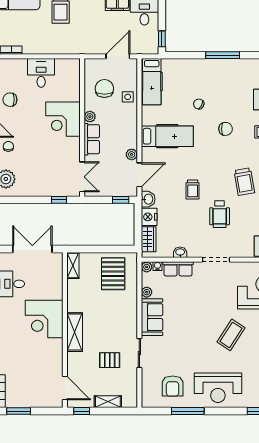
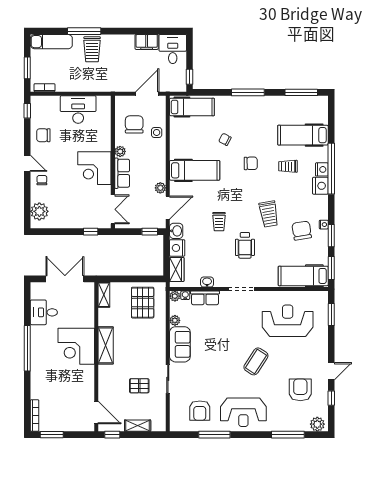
desk: (41, 73) -> (78, 109), width x1.37
hospital bed: (152, 82) -> (192, 107), moved, turned -90
corner desk: (63, 119) -> (94, 168), moved
shelving: (75, 332) -> (106, 345), moved

